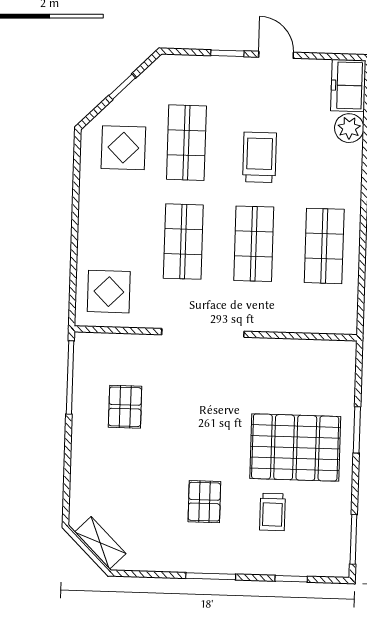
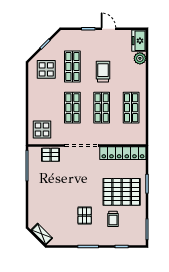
locker: (301, 354) -> (123, 153), added
pallet: (125, 407) -> (51, 155), moved, turned 90

